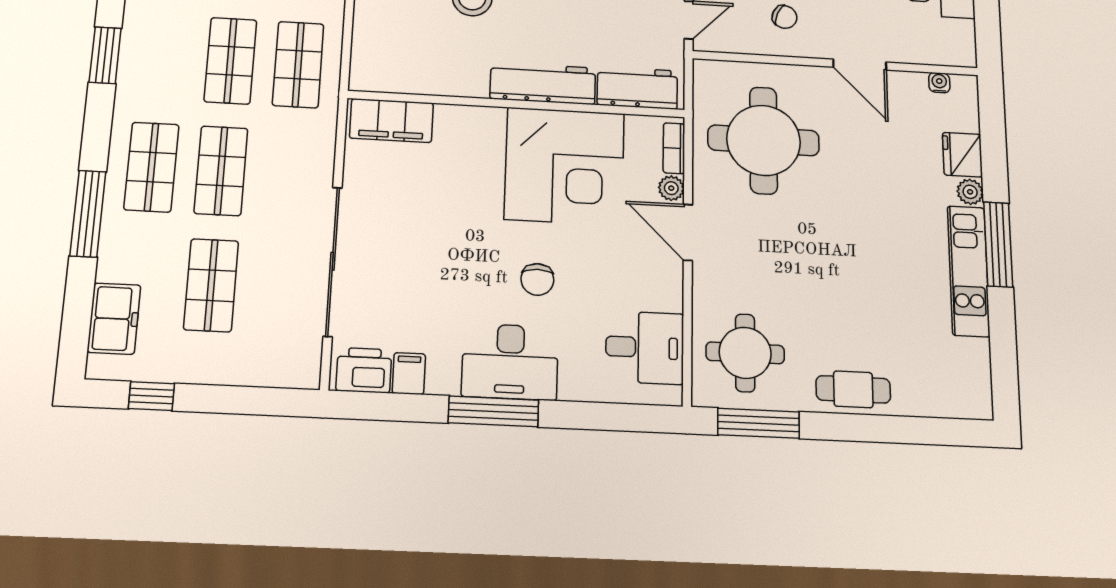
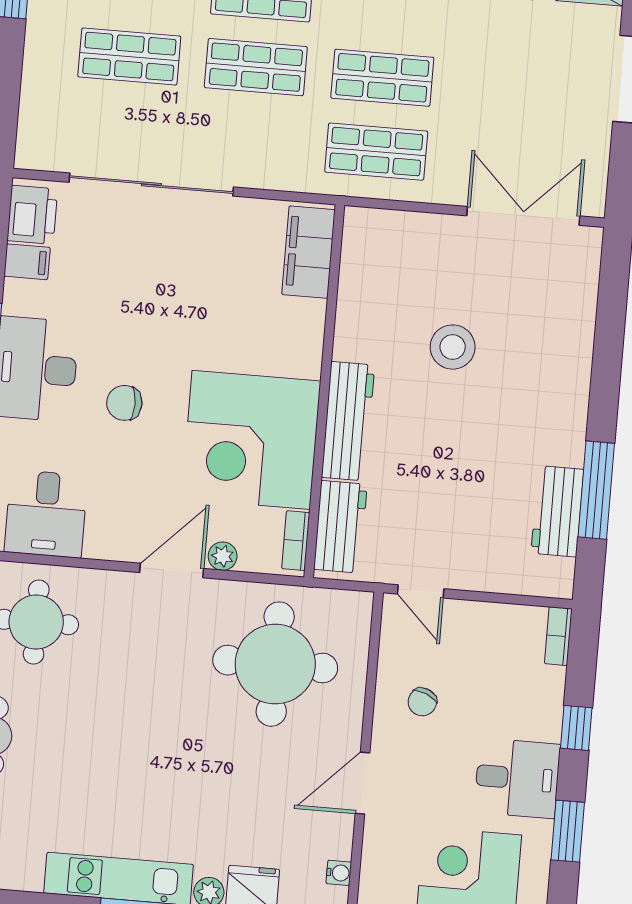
bookcase: (674, 148) -> (296, 541), moved, turned -90

